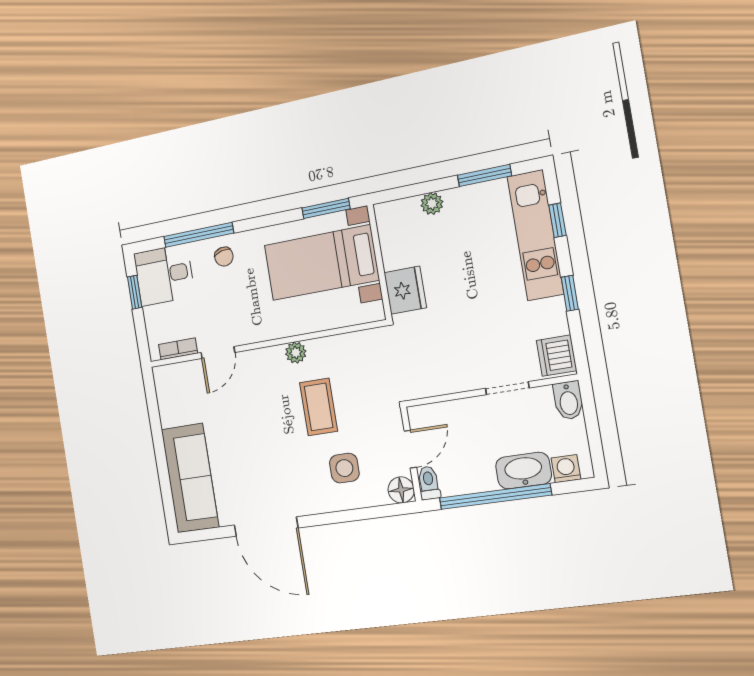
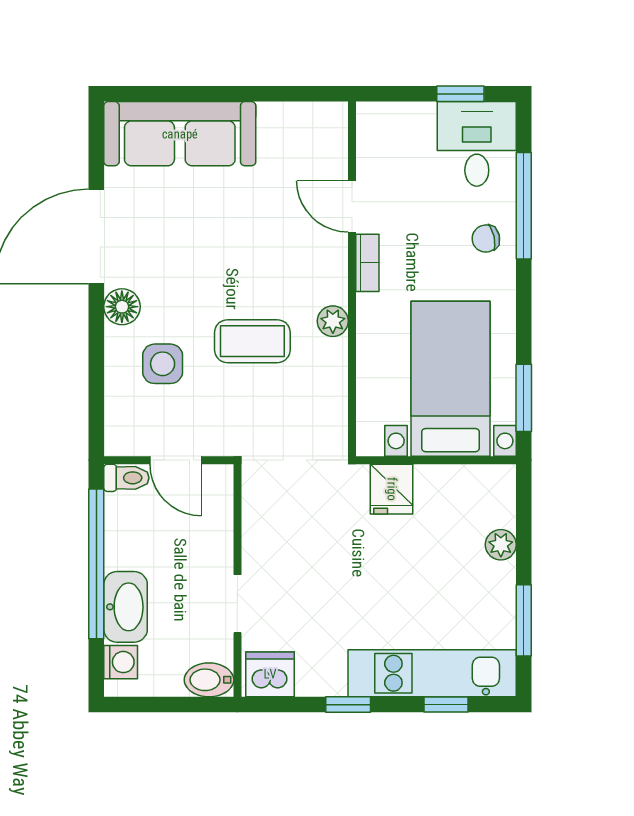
fridge: (405, 290) -> (392, 489), width x0.72
bookcase: (178, 349) -> (367, 263), moved
floor lamp: (401, 490) -> (122, 307), moved

